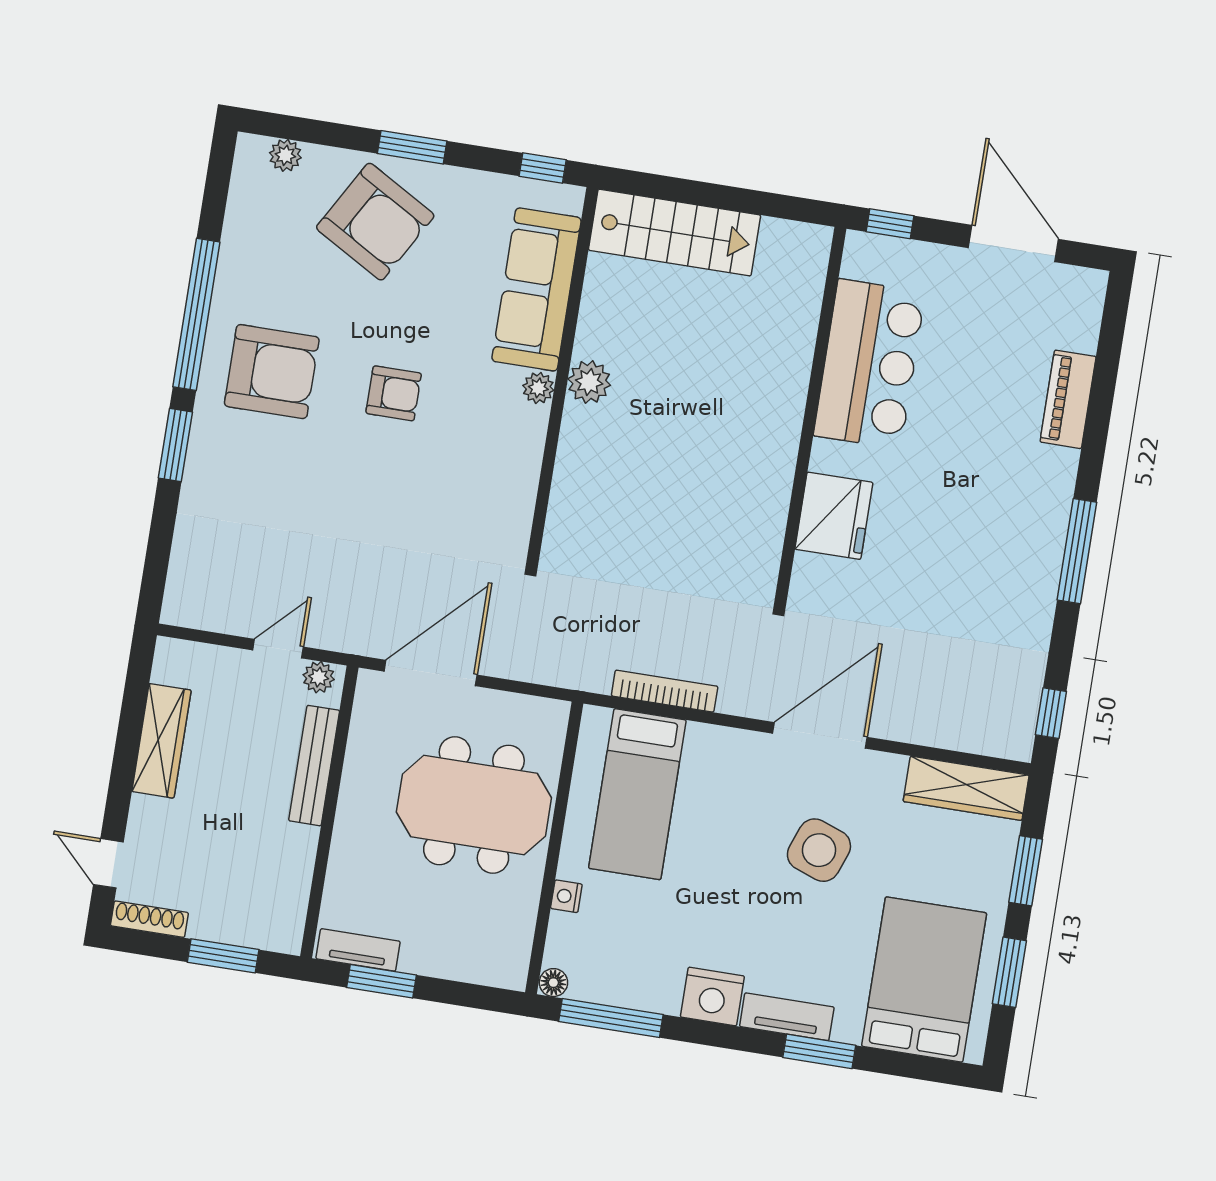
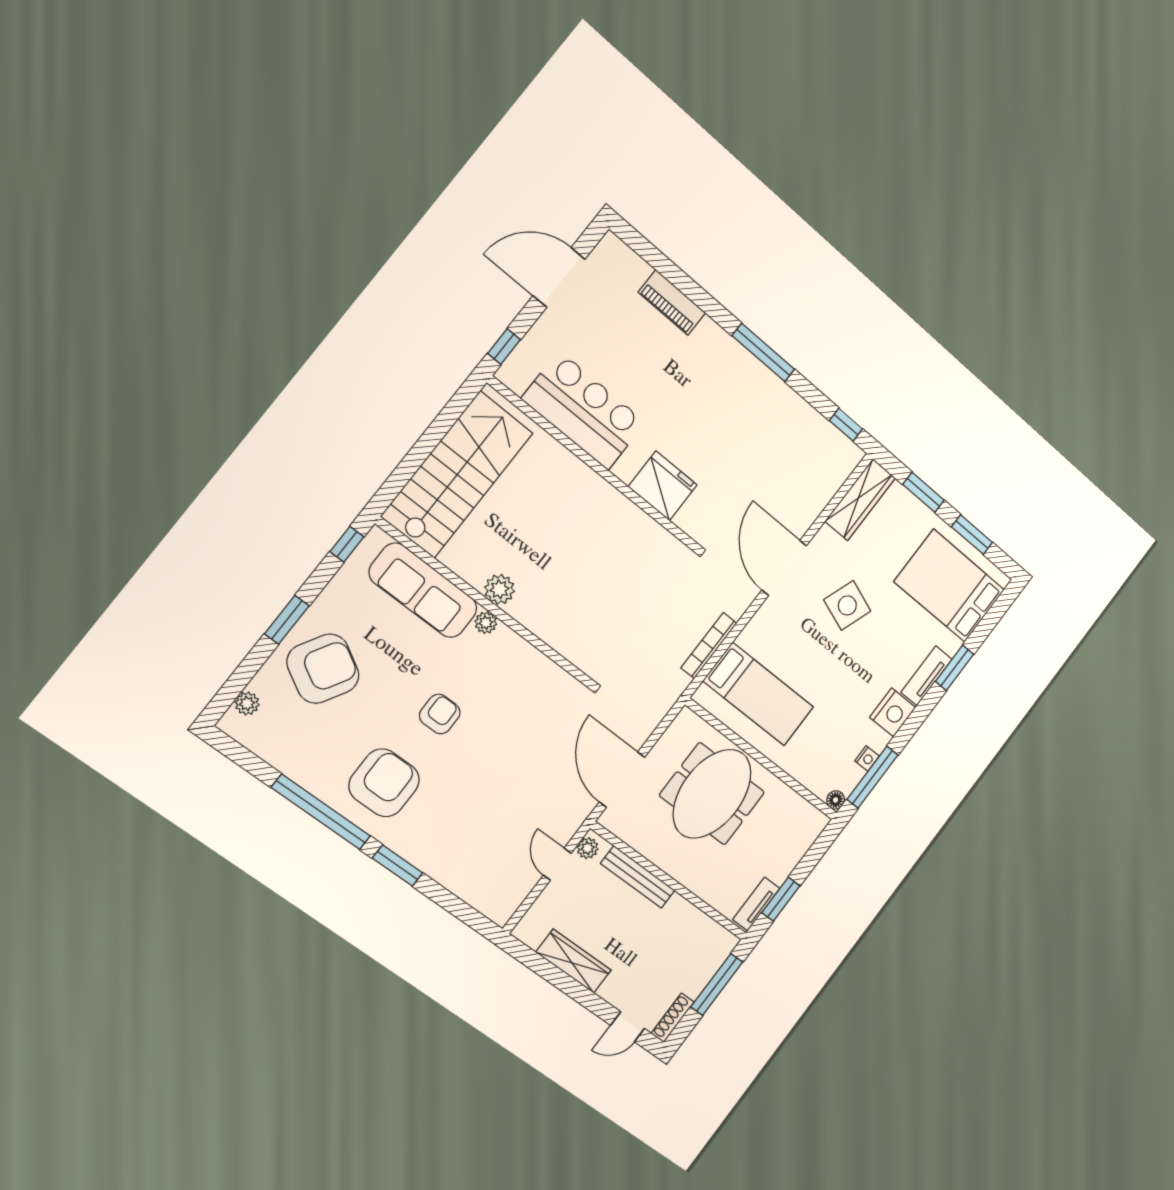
stairs: (674, 233) -> (457, 475), width x1.36, depth x1.51
nightstand: (566, 896) -> (867, 758), moved, turned -90
window: (223, 956) -> (717, 985), width x1.44

